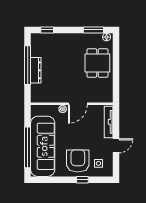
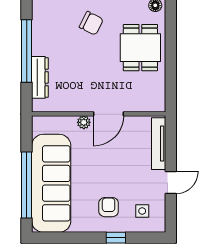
chair: (67, 48) -> (91, 23), added
dresser: (36, 70) -> (40, 77), moved
armchair: (78, 161) -> (109, 207), width x0.53, depth x0.53

